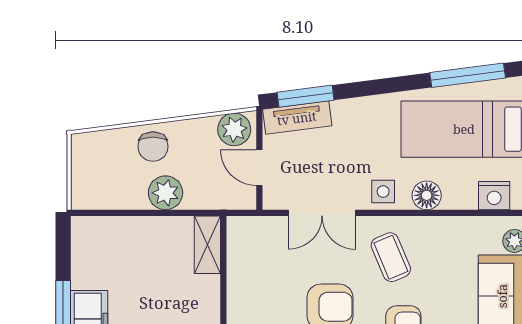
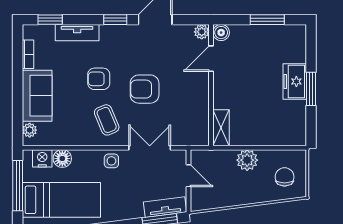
plant: (234, 129) -> (204, 200), removed
chair: (153, 147) -> (285, 177), moved
floor lamp: (427, 195) -> (62, 159), moved

